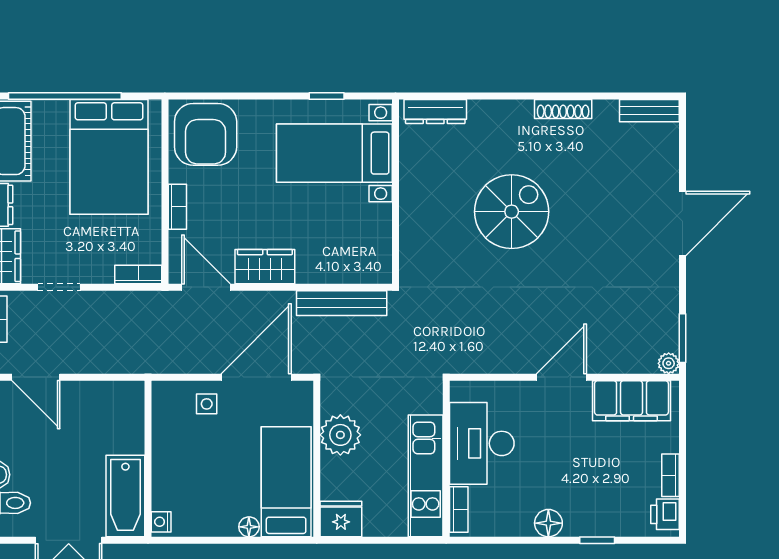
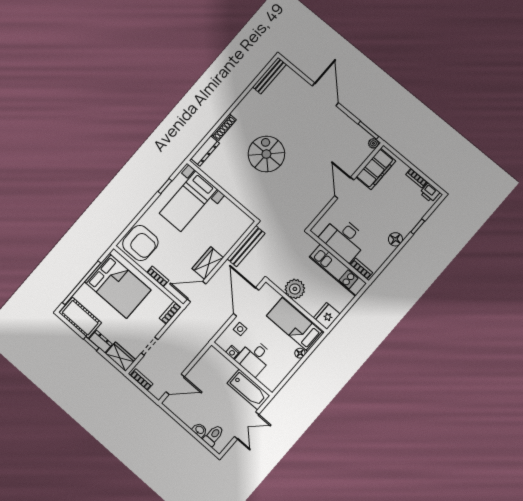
shoe rack: (563, 109) -> (224, 127), moved
bench: (649, 111) -> (269, 76), width x1.36
desk: (182, 463) -> (254, 358), added
nightstand: (161, 522) -> (233, 352), moved

